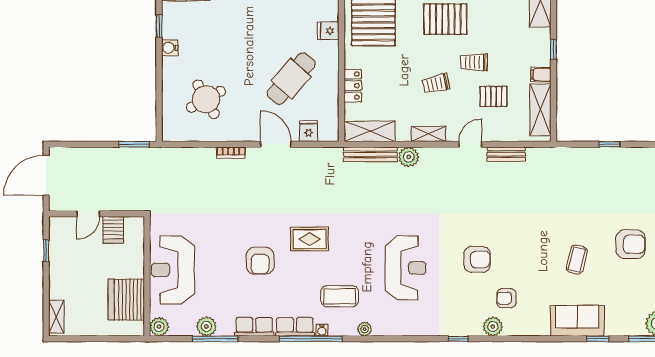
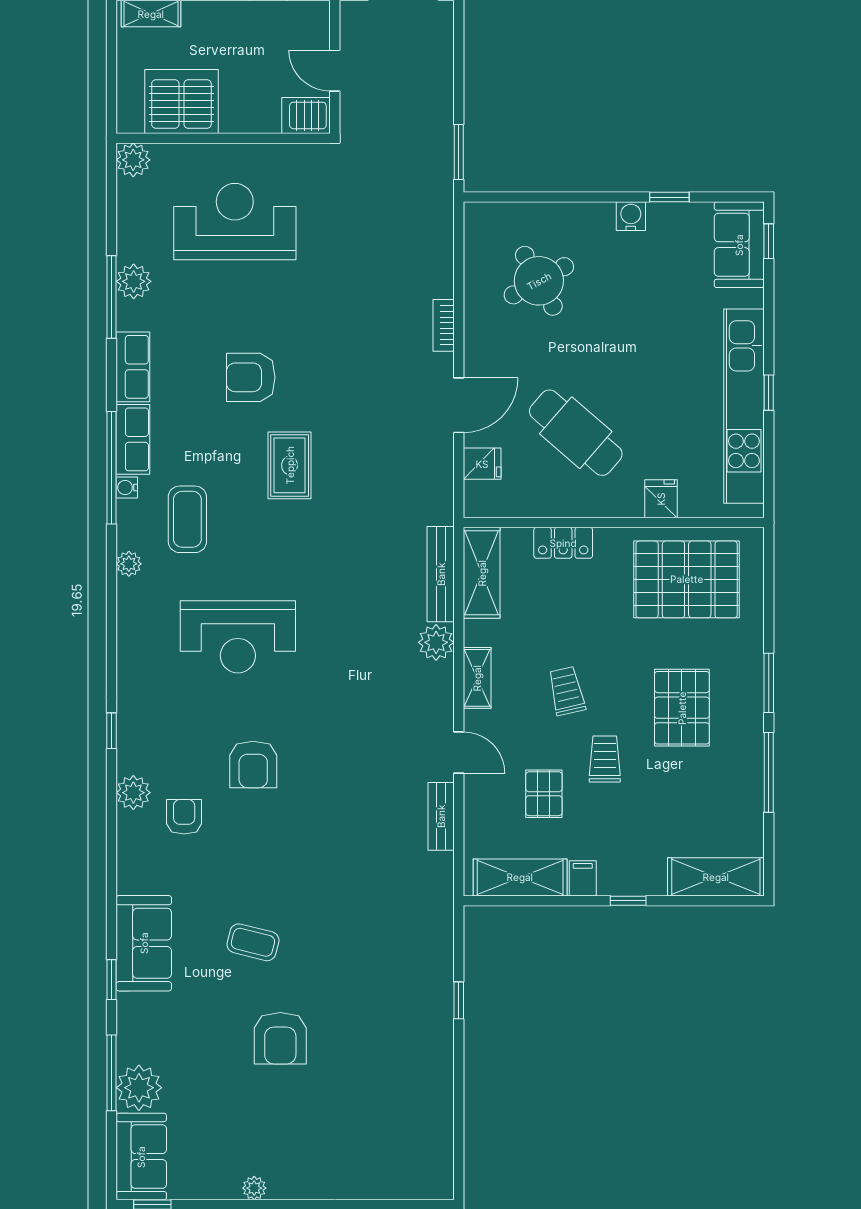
wall: (147, 276) -> (223, 138), moved
server rack: (126, 300) -> (181, 101), moved
plant: (159, 327) -> (133, 160), moved

